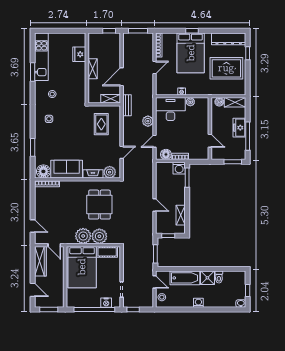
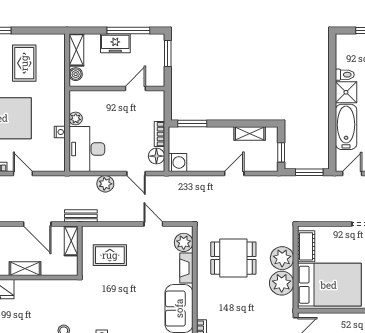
rug: (226, 68) -> (24, 63), width x0.73, depth x0.70
washing machine: (179, 168) -> (177, 162), moved

